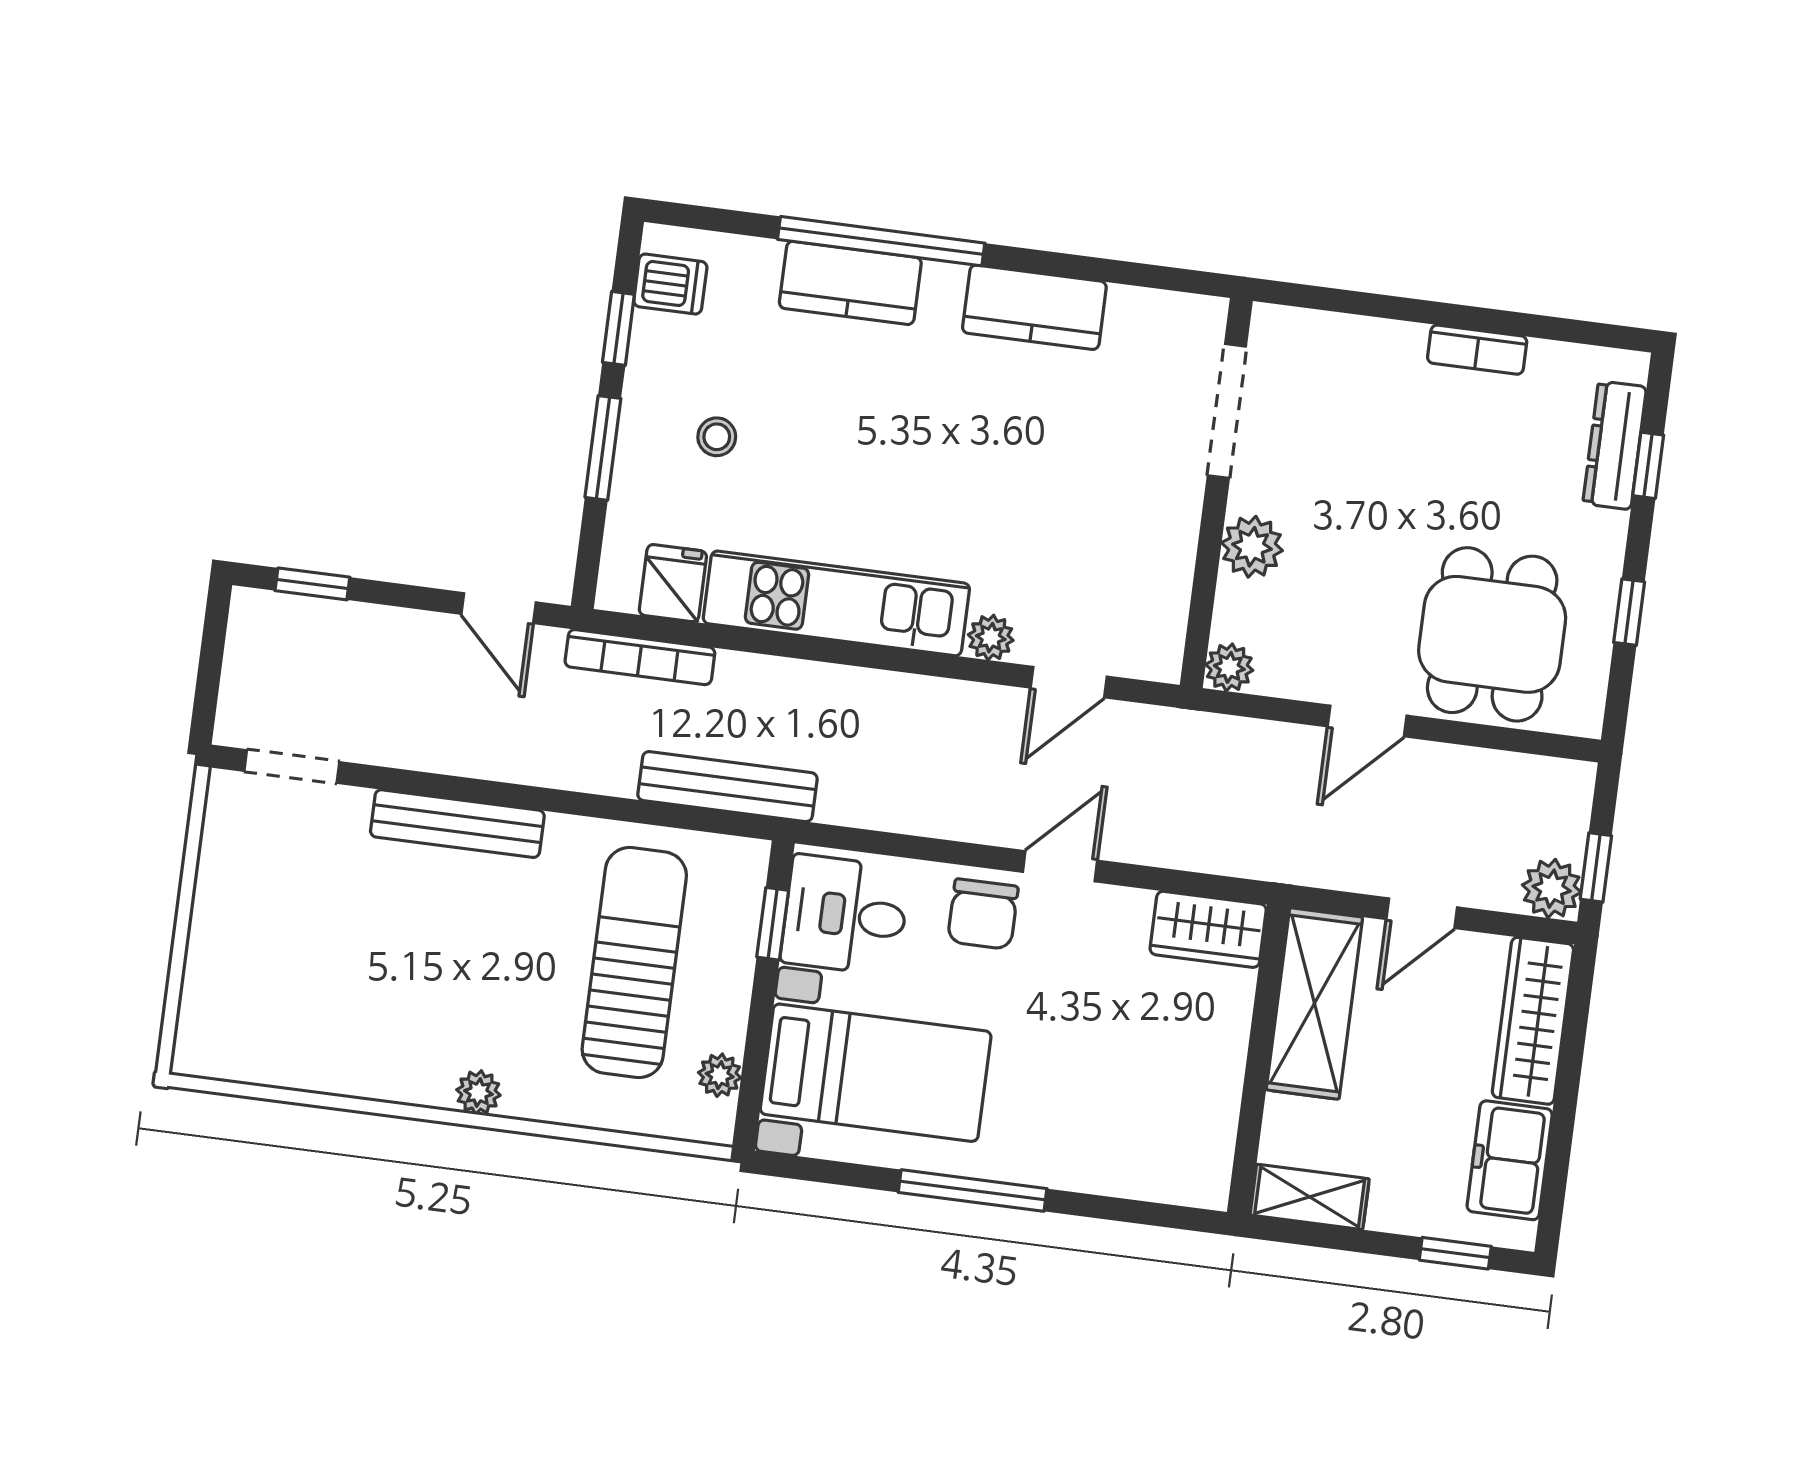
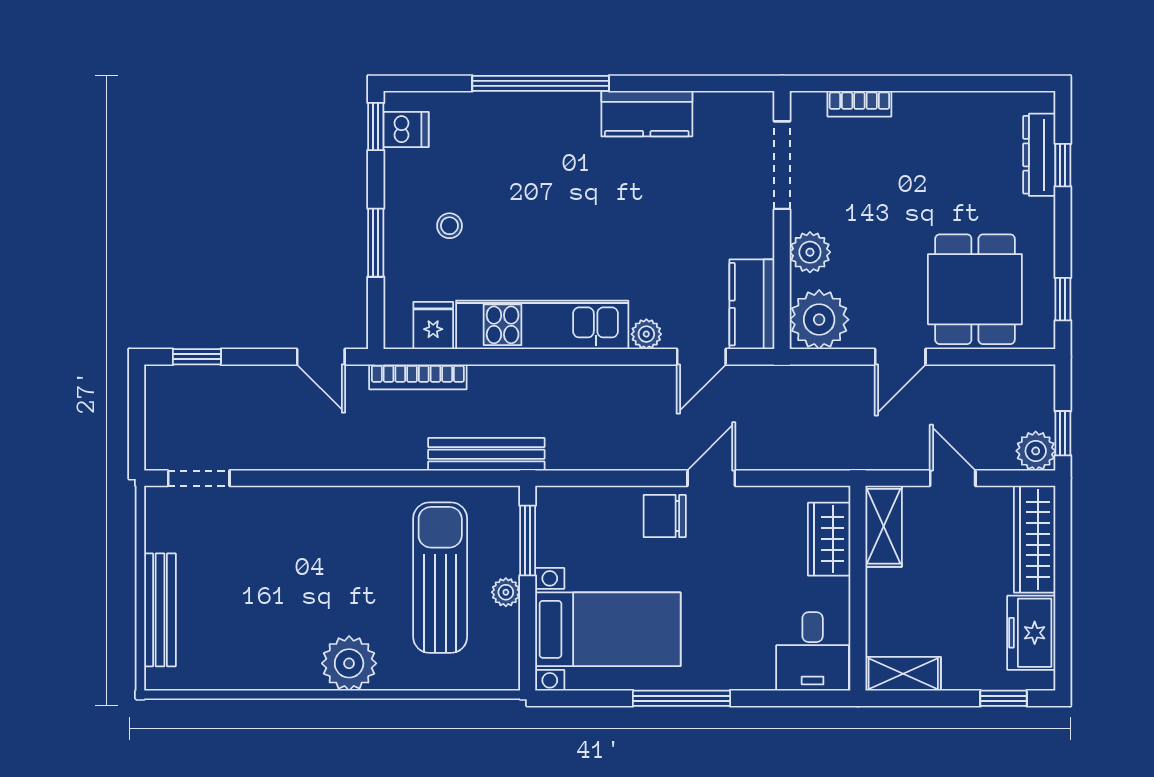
kitchen counter: (850, 283) -> (752, 304), moved, turned 90
window: (618, 328) -> (376, 127), moved
bookcase: (1477, 350) -> (859, 104), moved
window: (1629, 612) -> (1063, 299), moved
plant: (1229, 667) -> (819, 320), width x1.88, depth x1.88
bench: (457, 824) -> (160, 610), moved, turned 90
door: (1422, 913) -> (953, 478), swing flipped
chair: (983, 914) -> (665, 516), turned 90
desk: (845, 915) -> (813, 651), moved, turned -90
window: (773, 924) -> (528, 540), width x1.50
wardrobe: (1208, 929) -> (829, 539), moved, turned 90
shelving: (1314, 1004) -> (884, 526), width x0.67, depth x0.75
plant: (720, 1075) -> (506, 592), moved
plant: (478, 1092) -> (349, 663), width x1.88, depth x1.88

